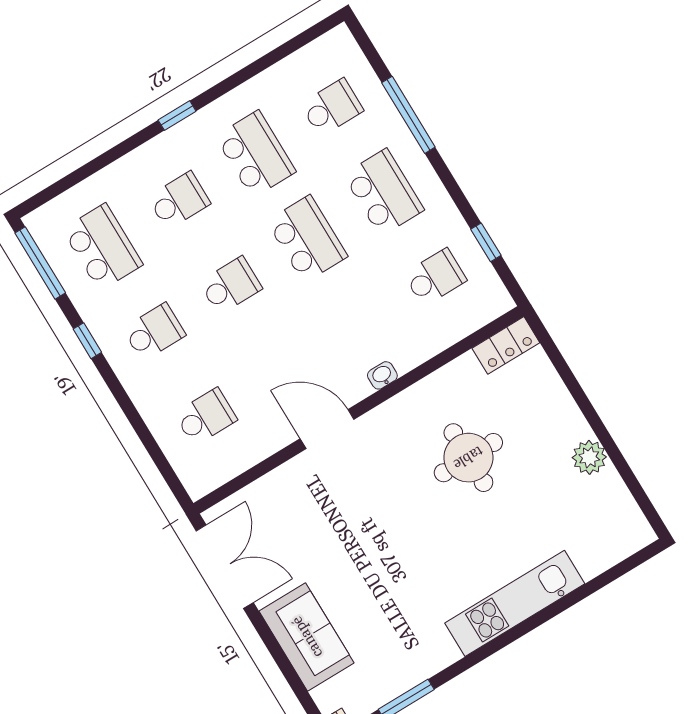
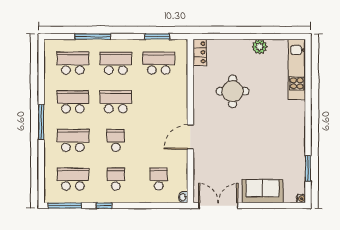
school desk: (332, 107) -> (73, 63), width x1.85
window: (177, 116) -> (41, 122), width x2.17
school desk: (179, 200) -> (73, 140), width x1.85
window: (486, 242) -> (157, 37), width x1.50
school desk: (435, 277) -> (159, 63), width x1.85
washbasin: (382, 375) -> (183, 197), moved
kitchen unit: (515, 603) -> (297, 69), moved

